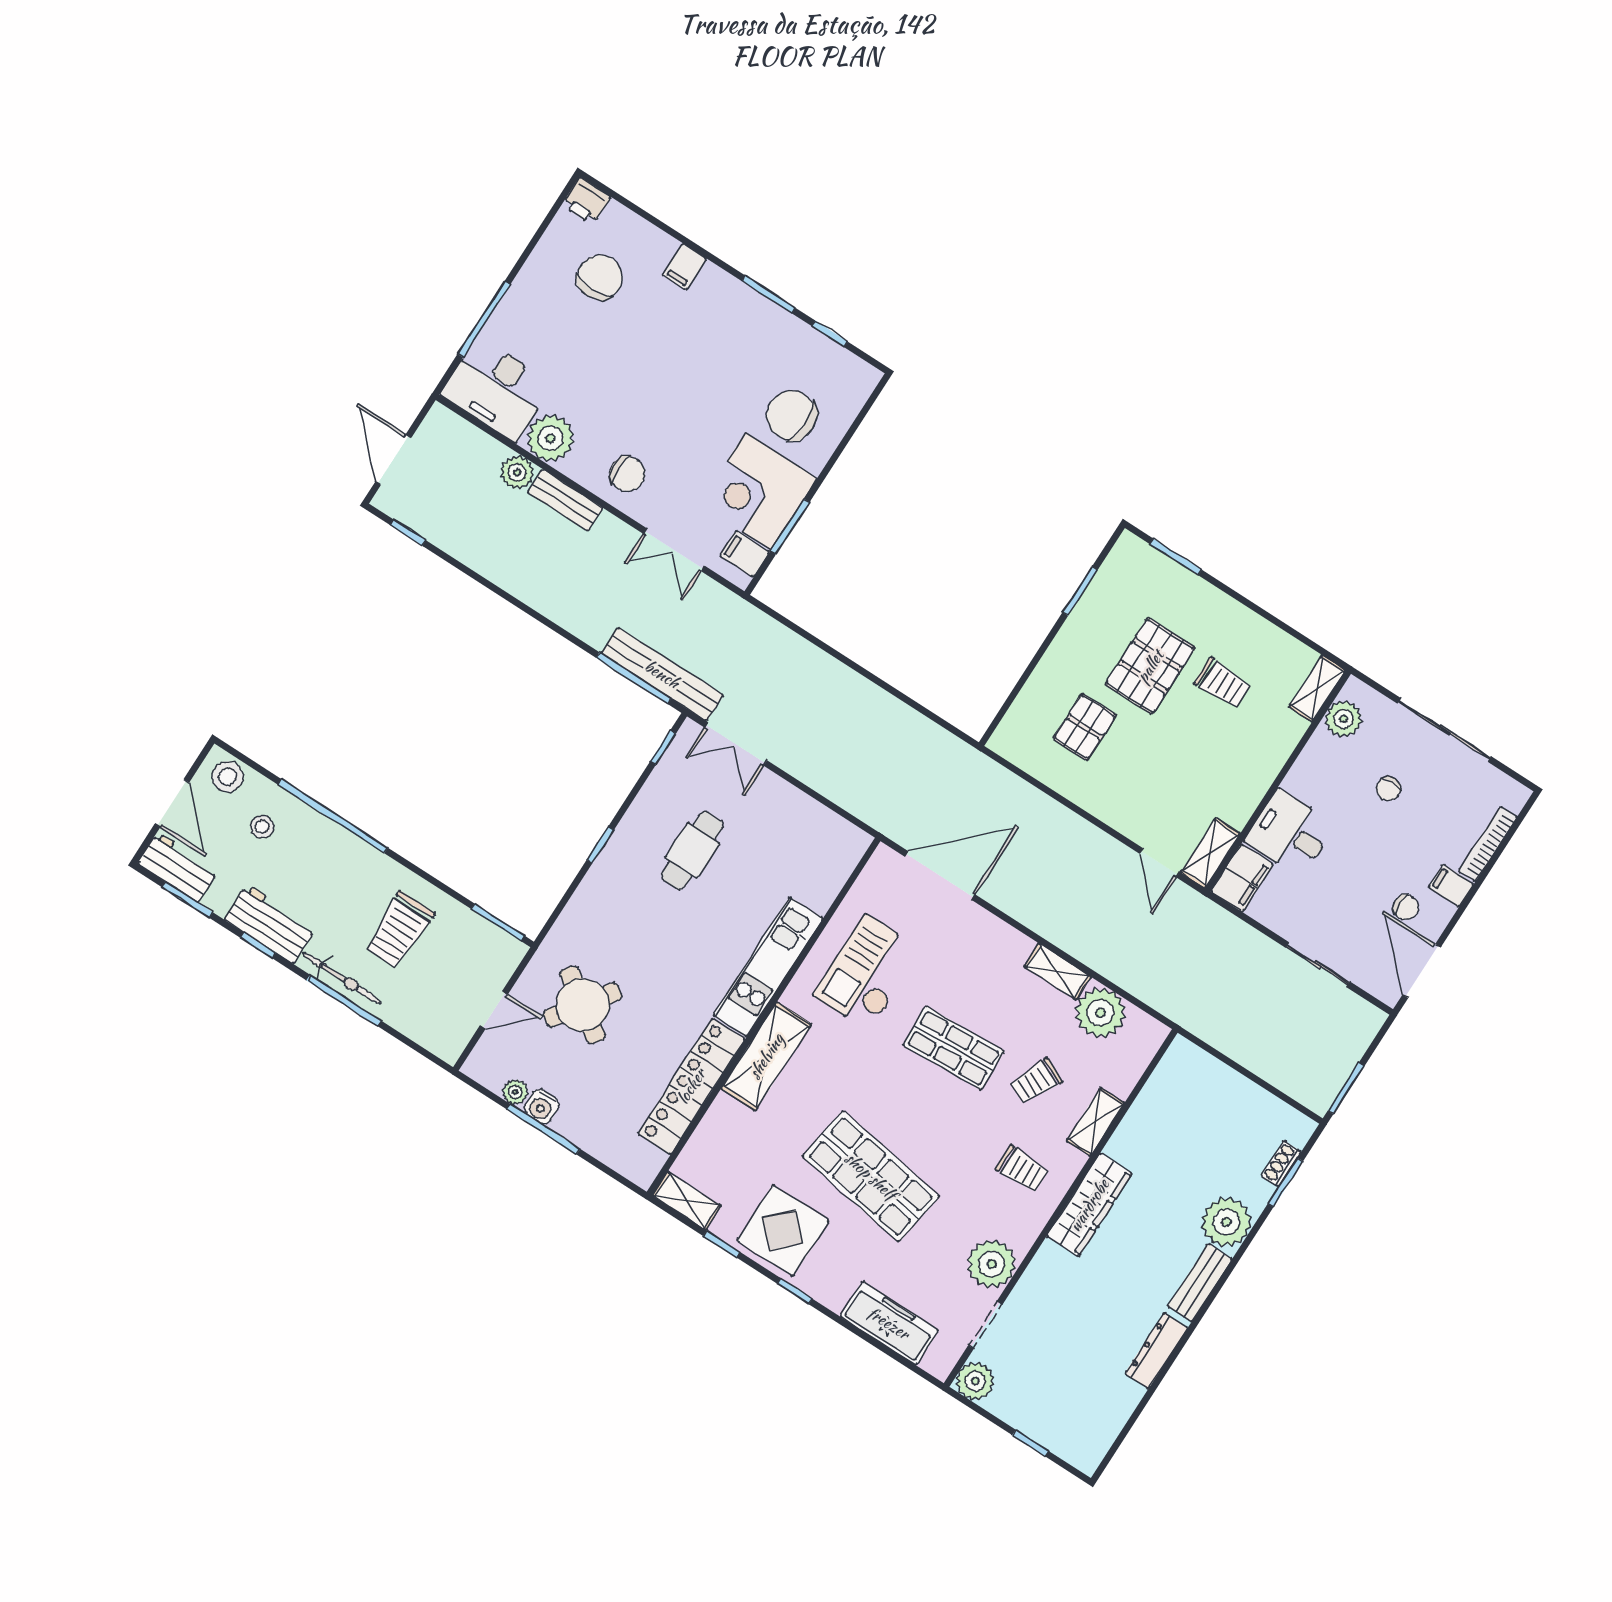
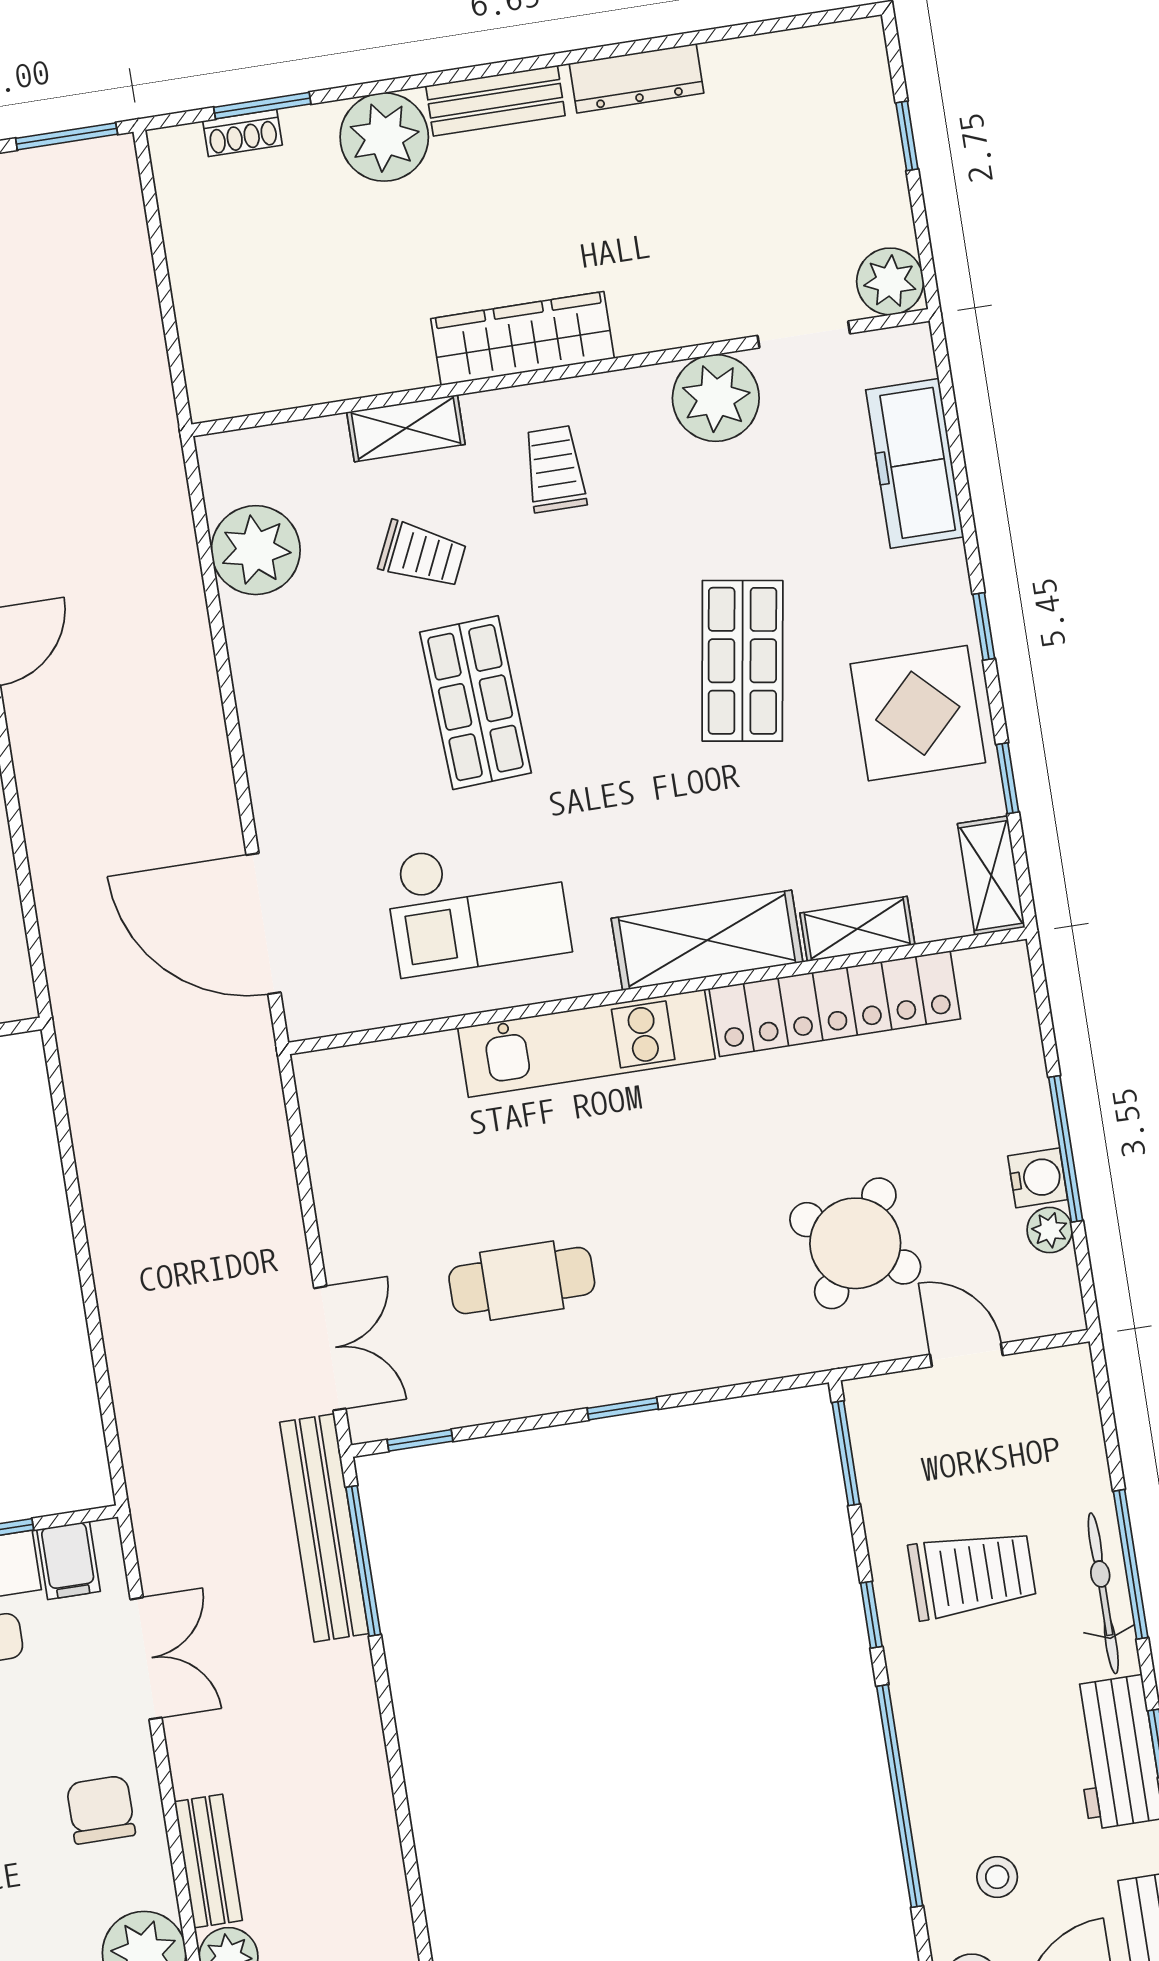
window: (420, 872) -> (871, 1615), added
shelving: (1057, 972) -> (857, 929), moved, turned 90
shop shelf: (871, 1176) -> (742, 661), width x0.70, depth x0.74

